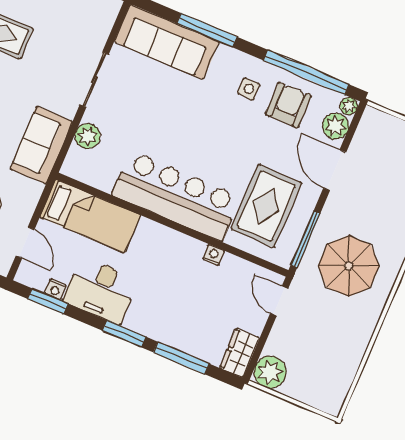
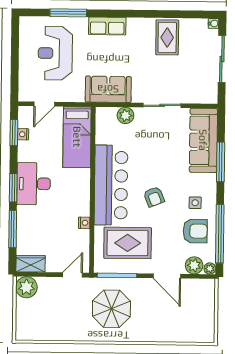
armchair: (217, 143) -> (154, 197), added
door: (335, 170) -> (167, 276), swing flipped
desk: (101, 290) -> (34, 184), moved

